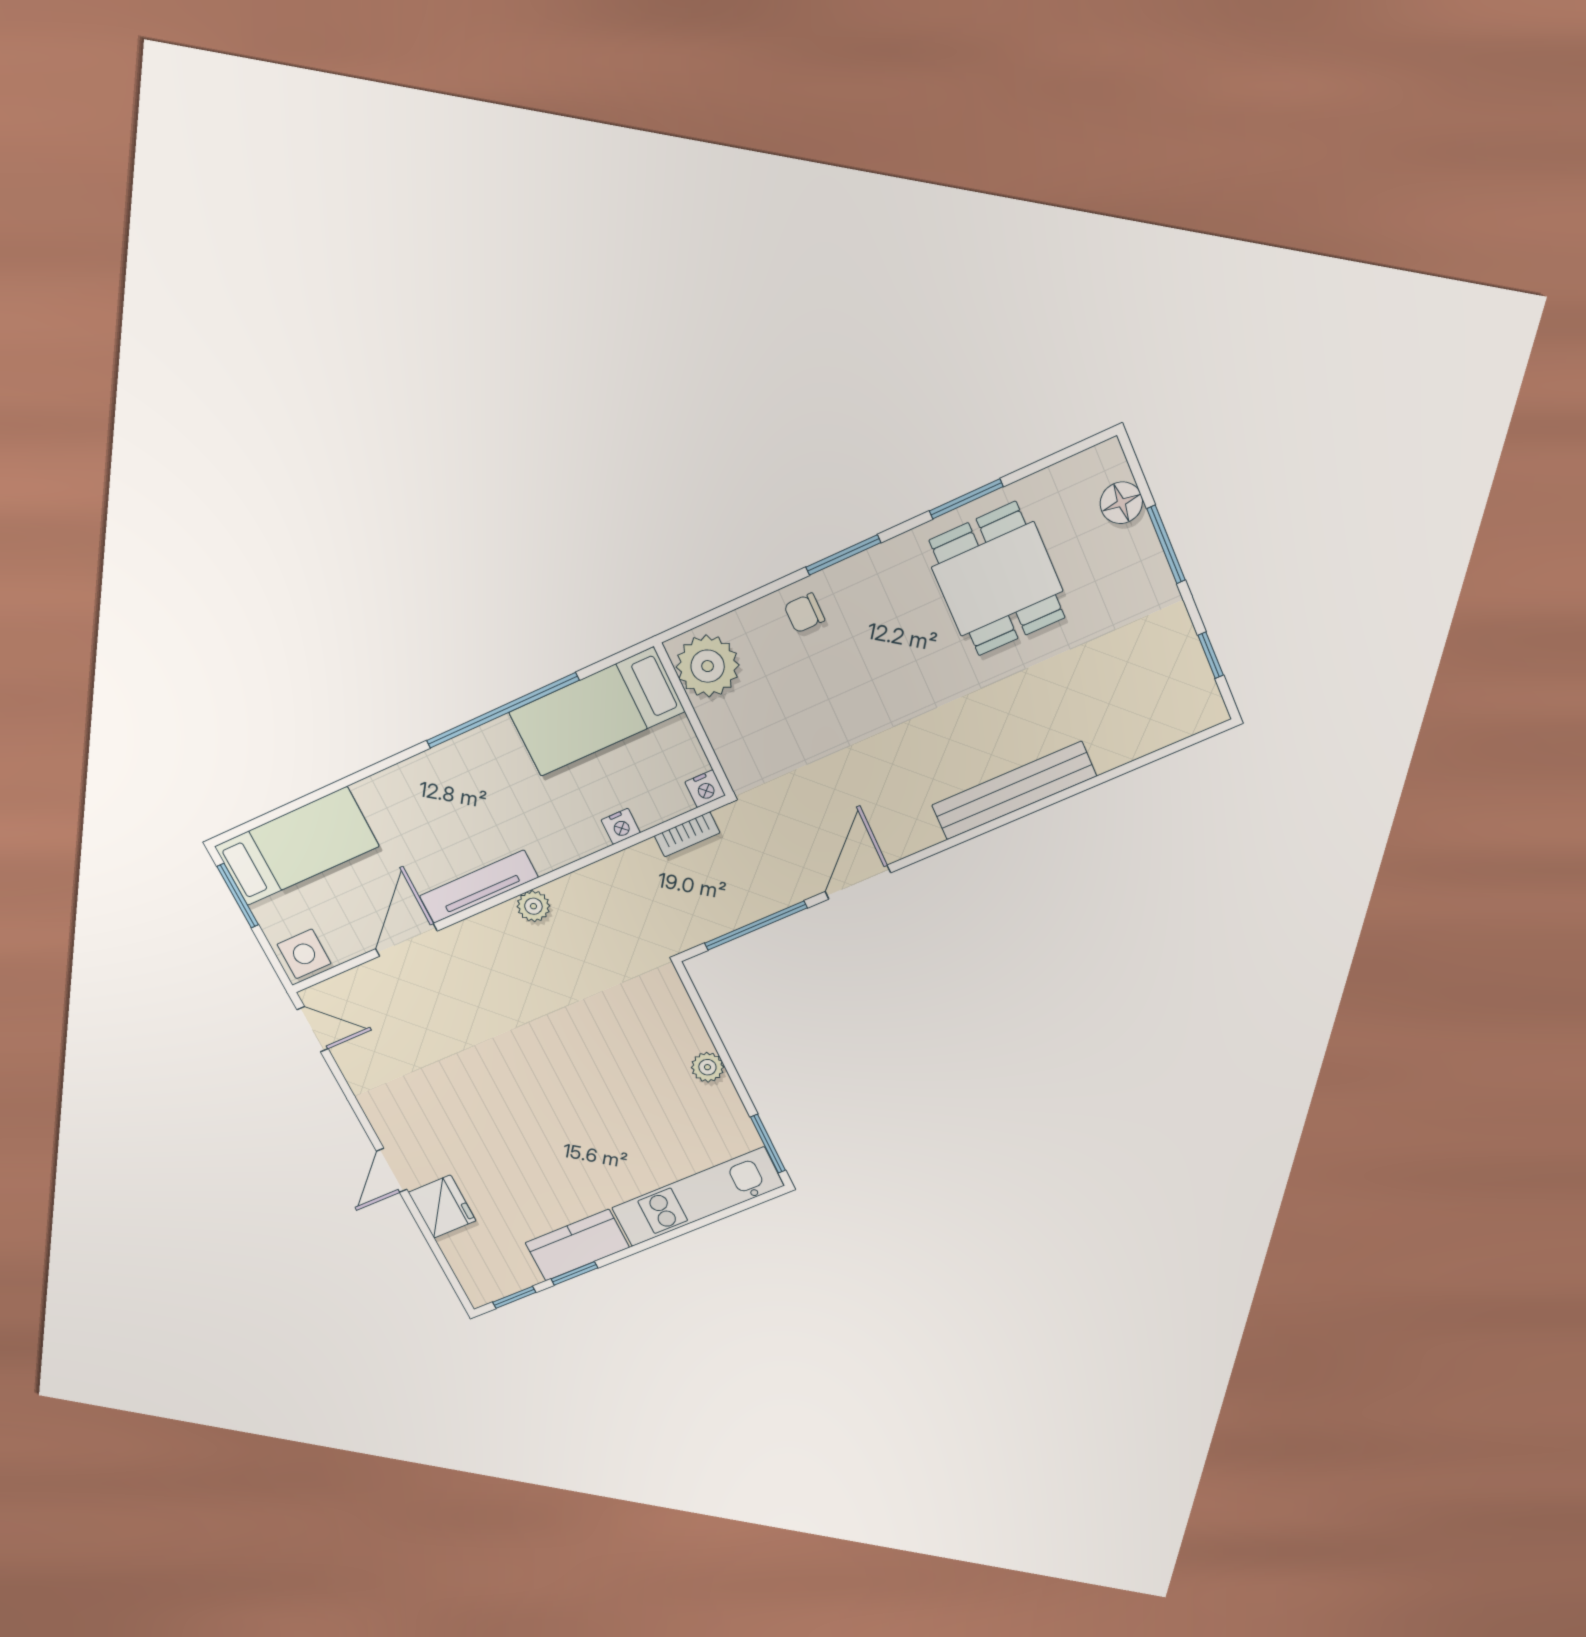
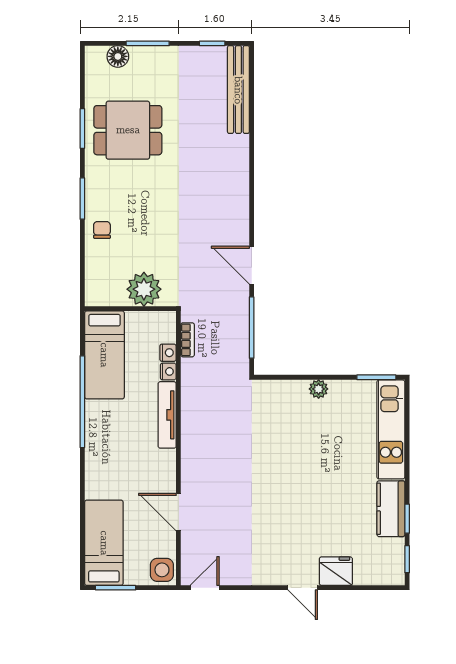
chair: (804, 613) -> (102, 230), turned 180
plant: (708, 666) -> (144, 289), moved
nightstand: (705, 789) -> (168, 353), moved
bench: (1014, 791) -> (238, 90), moved
tv unit: (479, 887) -> (167, 415), moved
plant: (533, 906) -> (190, 437), removed

